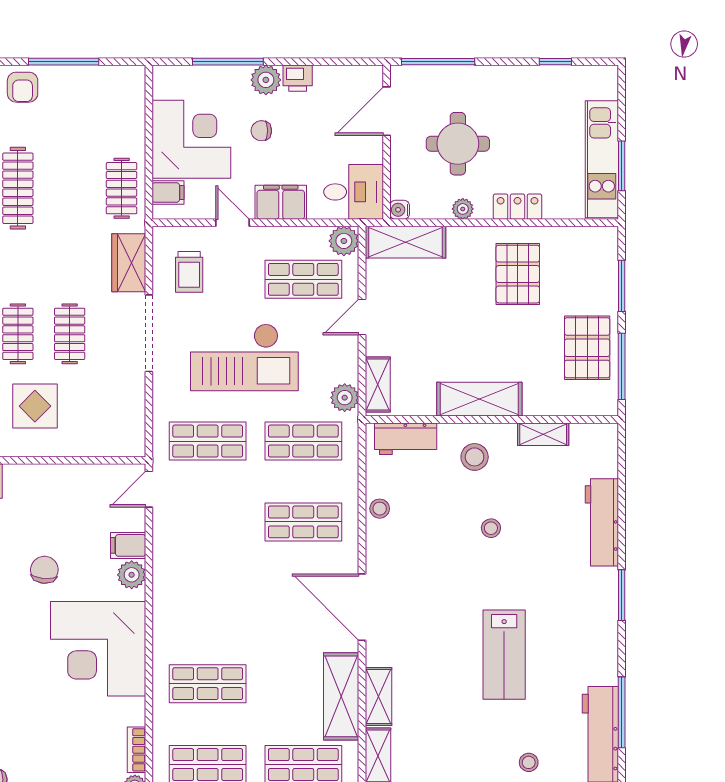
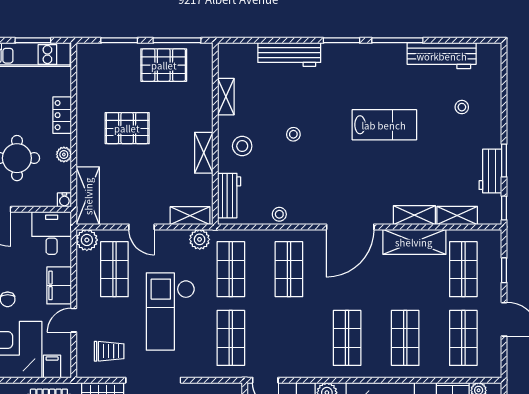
pallet: (518, 274) -> (127, 128), moved
checkout: (244, 357) -> (170, 312), turned 180
shelving: (479, 399) -> (204, 153), width x0.67, depth x0.75
shop shelf: (208, 603) -> (347, 338), added
window: (622, 712) -> (397, 40), moved

